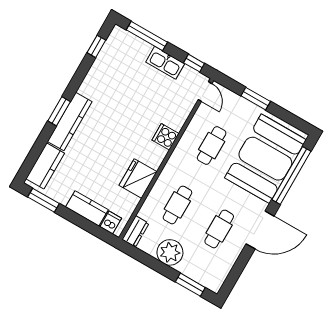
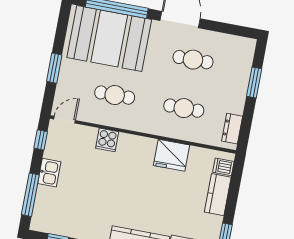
kitchen sink: (165, 63) -> (49, 173), width x0.73
cooker: (165, 137) -> (107, 140), moved
dresser: (135, 231) -> (232, 129), moved, turned -90
plant: (170, 252) -> (232, 99), removed
window: (190, 285) -> (254, 82), moved

